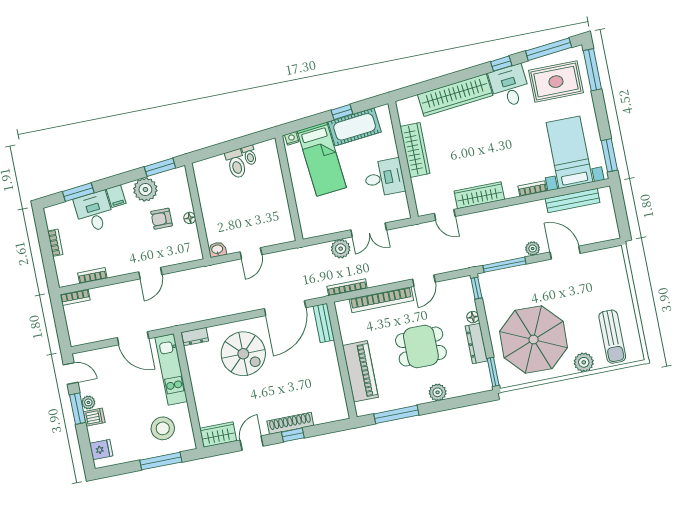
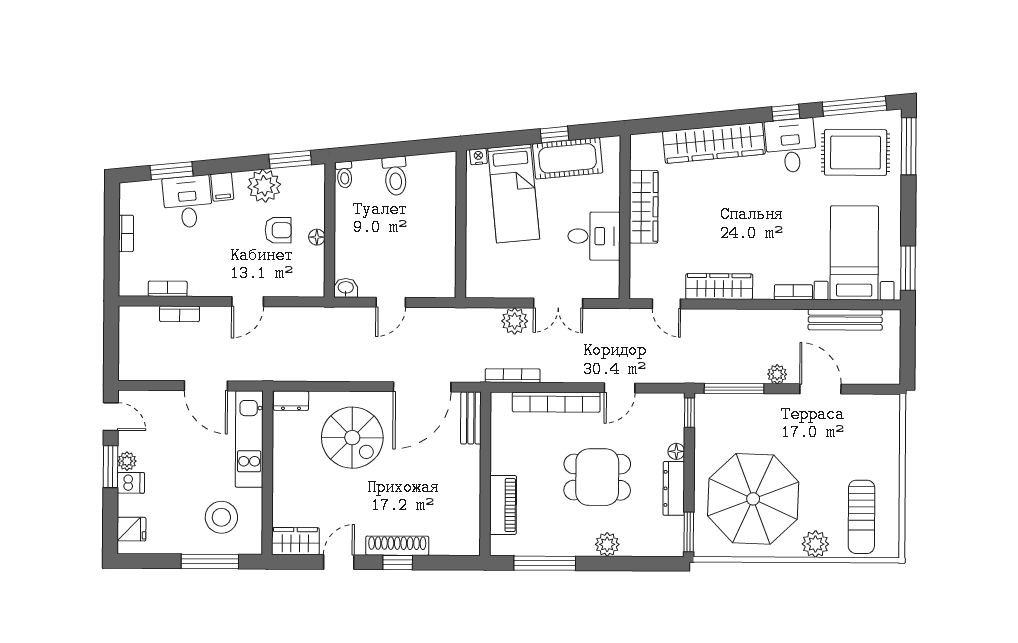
toilet: (250, 155) -> (344, 175), moved
armchair: (162, 219) -> (278, 230), turned 180
bookcase: (75, 297) -> (180, 314), moved
piano: (360, 371) -> (503, 505), width x0.73, depth x0.75

